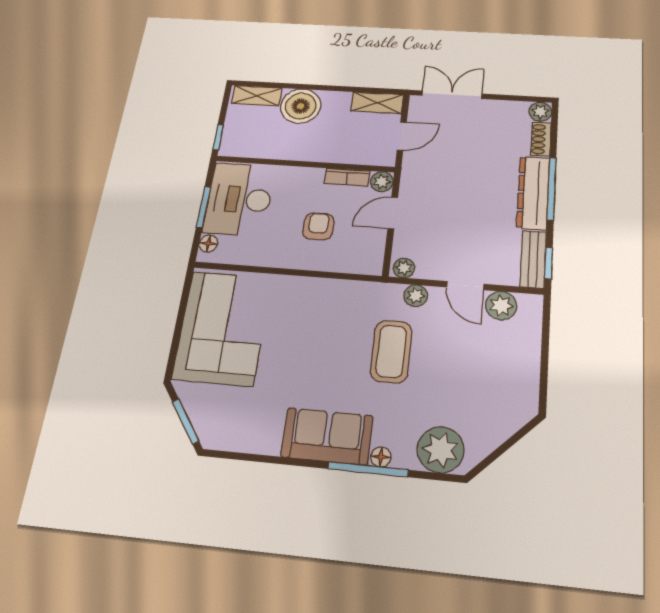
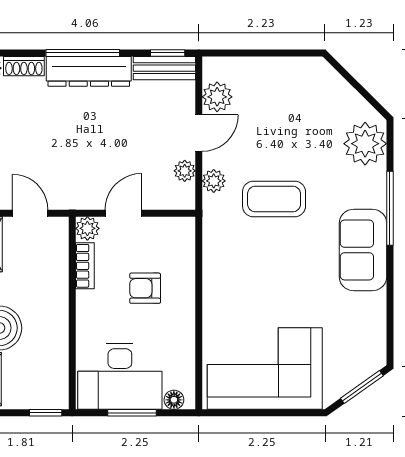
door: (393, 213) -> (123, 213), swing flipped
plant: (404, 268) -> (185, 171), moved
floor lamp: (381, 457) -> (377, 198), removed

